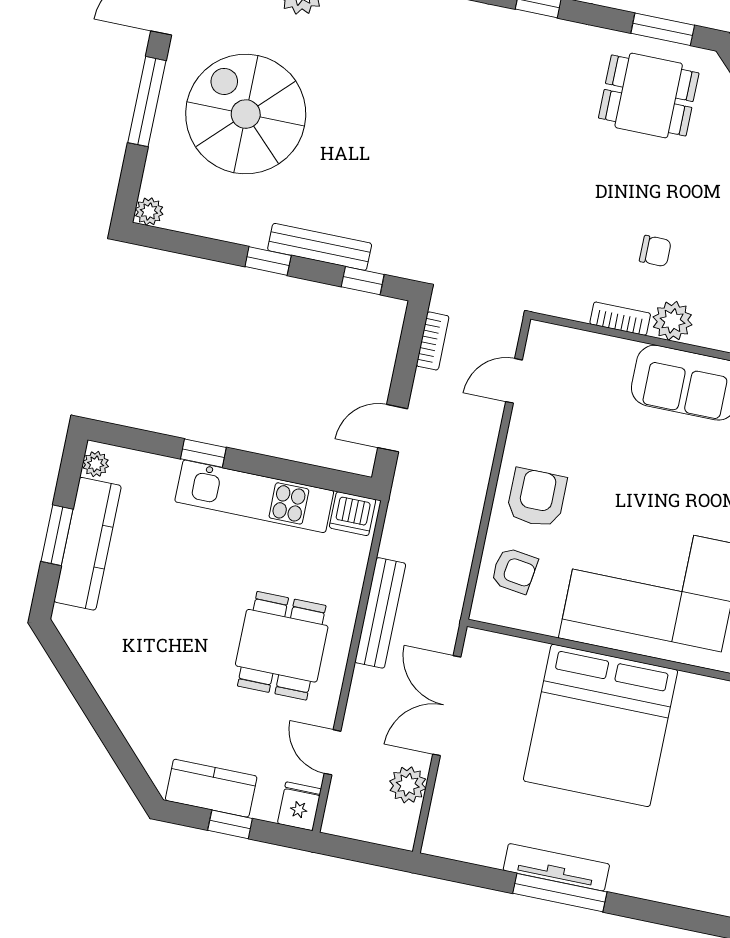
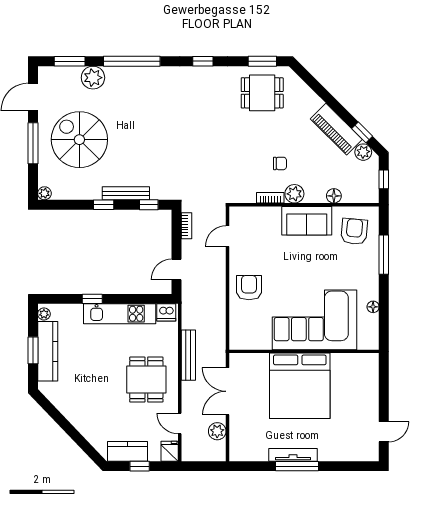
armchair: (514, 571) -> (246, 323), removed

